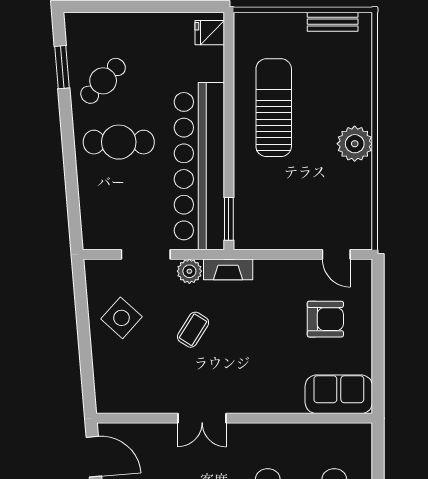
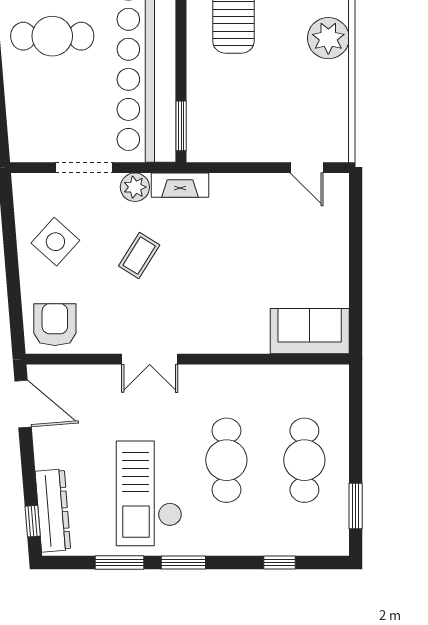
armchair: (325, 319) -> (55, 325), moved, turned -90

